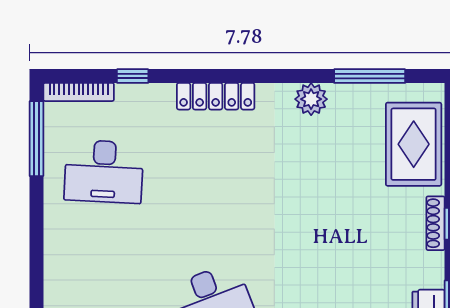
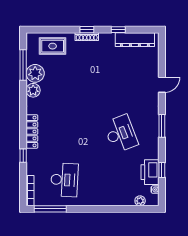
window: (133, 76) -> (23, 156), moved
plant: (350, 104) -> (35, 73), added
rug: (414, 144) -> (53, 46), width x0.73, depth x0.70

